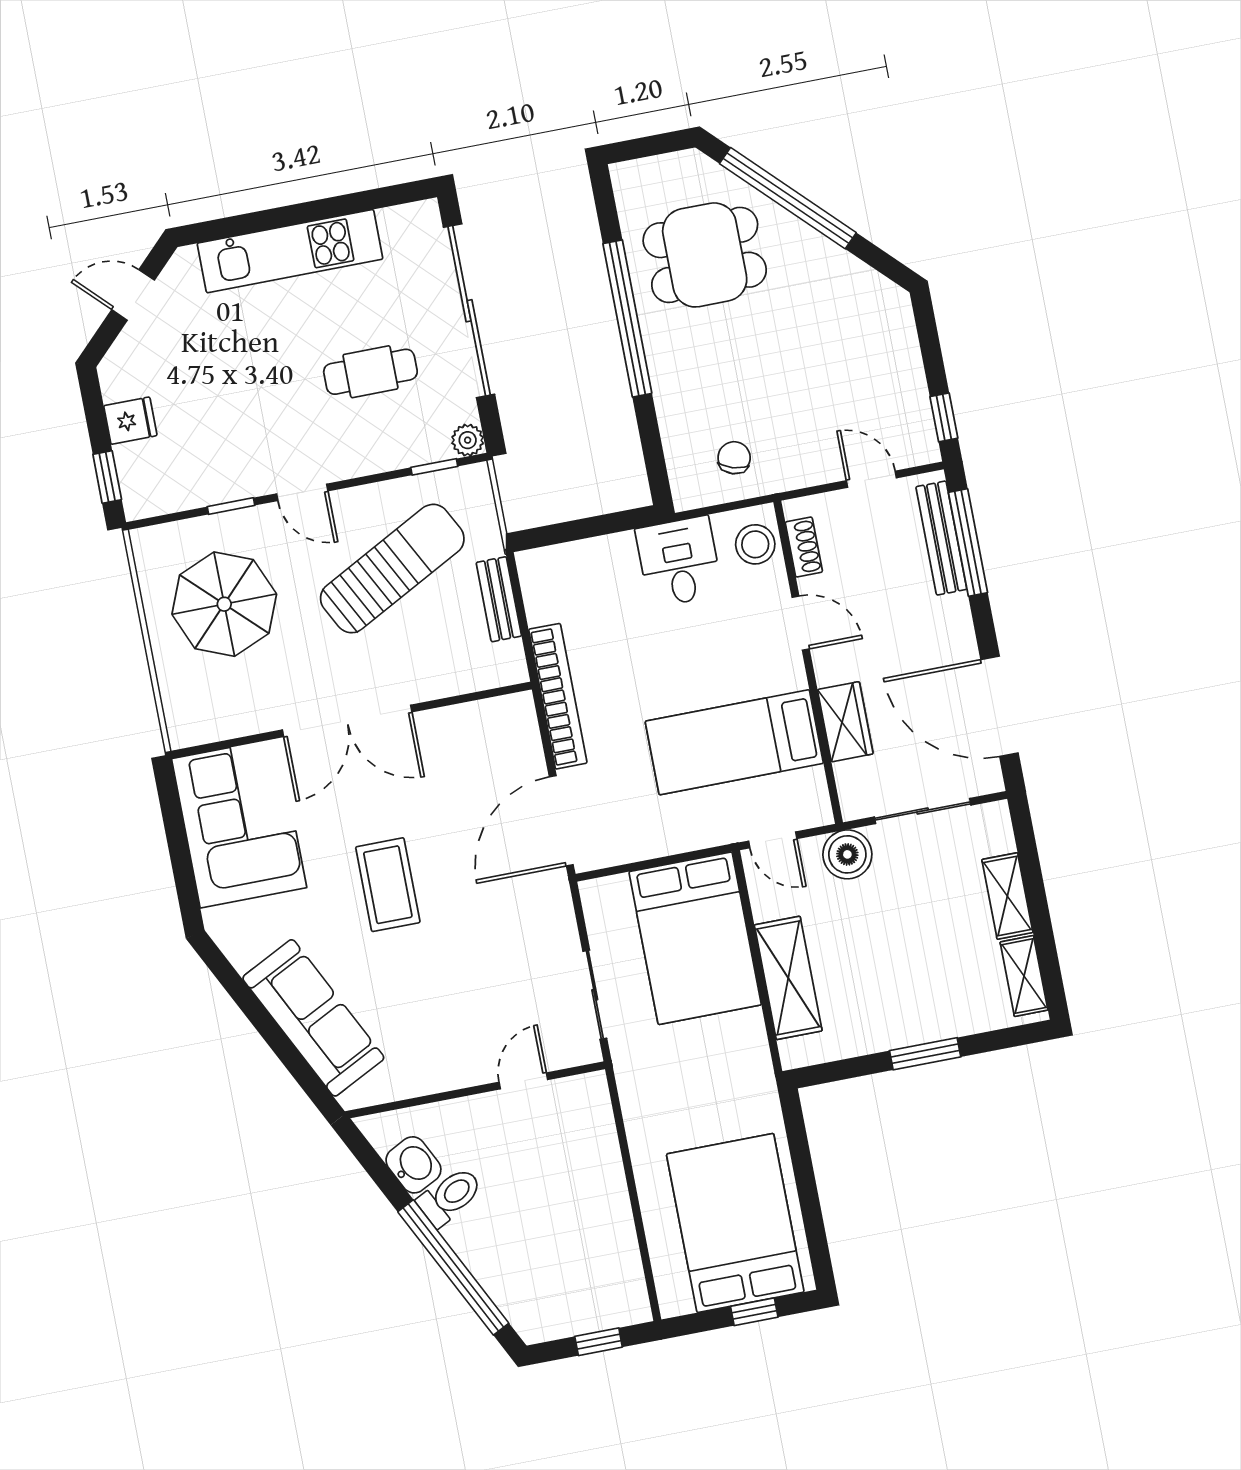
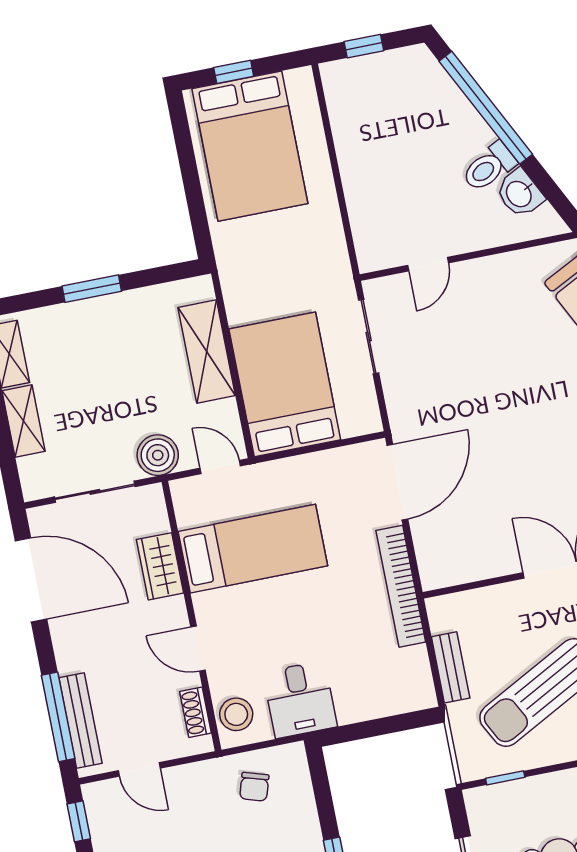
plant: (468, 440) -> (477, 800), removed
coffee table: (388, 885) -> (542, 428), removed

